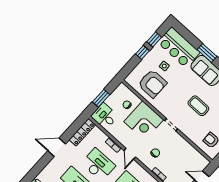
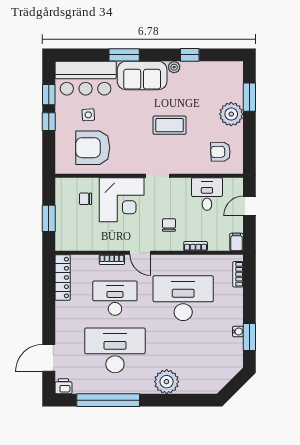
armchair: (152, 84) -> (93, 148), turned 180
desk: (105, 116) -> (207, 194), moved, turned 90
door: (57, 147) -> (49, 358), moved

